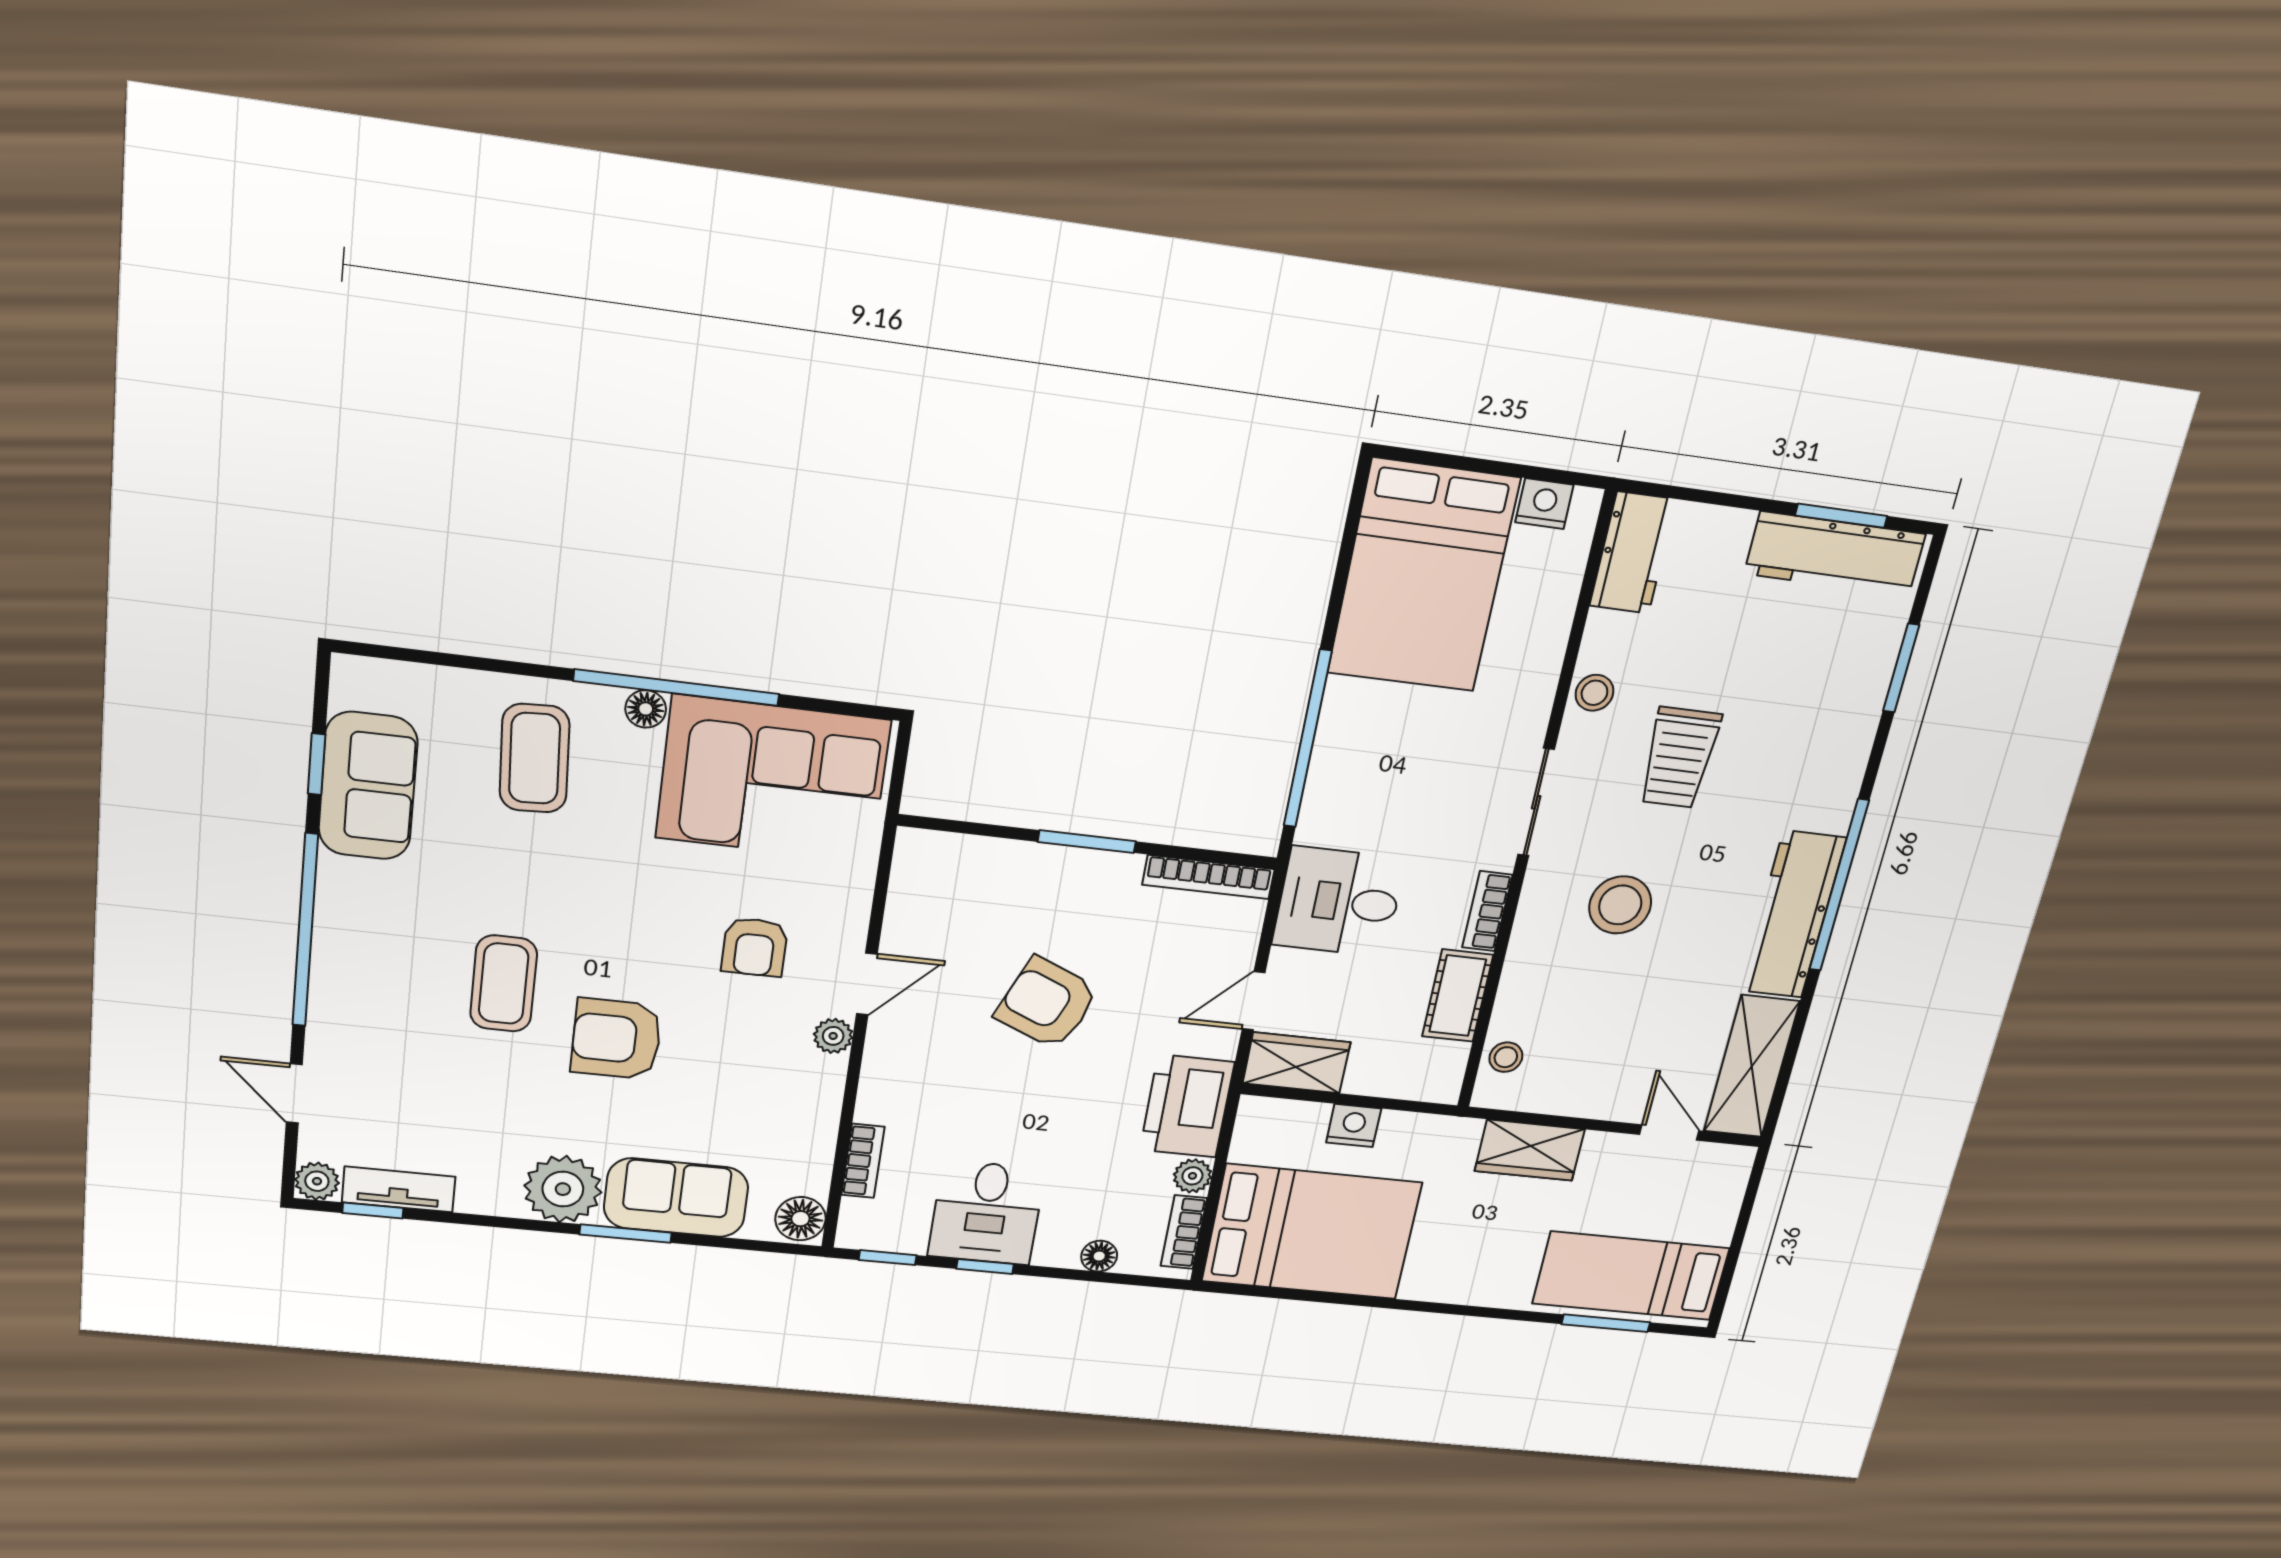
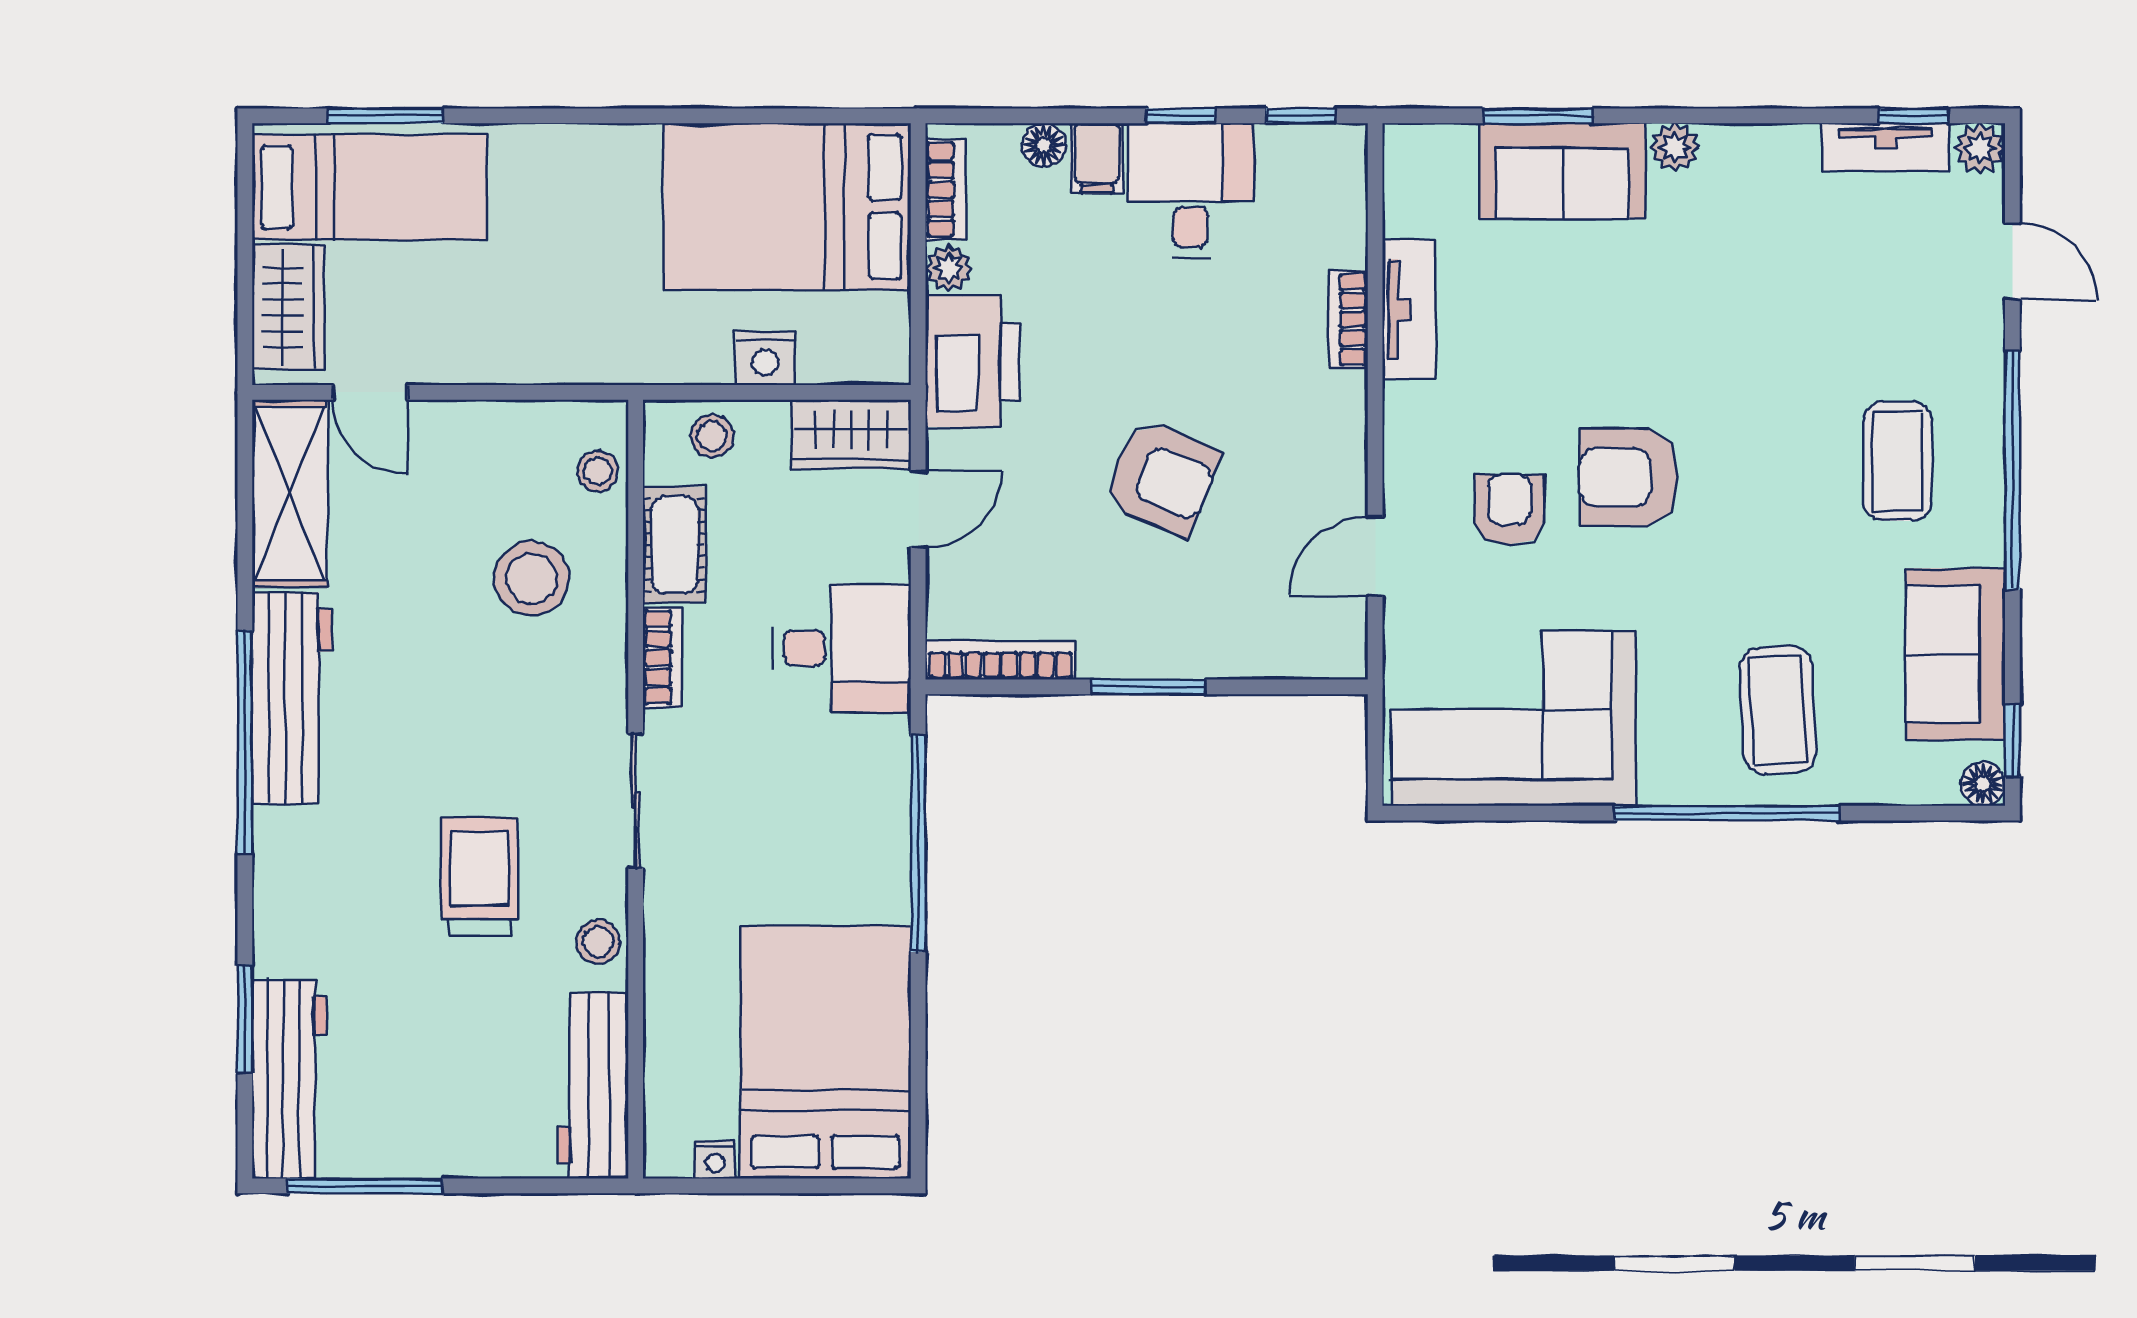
nightstand: (1544, 504) -> (715, 1160), width x0.72, depth x0.74
window: (1841, 516) -> (365, 1186), width x1.44
workbench: (1633, 553) -> (593, 1086), width x1.38
workbench: (1835, 554) -> (289, 1079), moved, turned 90
window: (677, 688) -> (1727, 813), moved
floor lamp: (646, 709) -> (1983, 784), moved
window: (317, 764) -> (2012, 740), moved
stool: (1620, 905) -> (531, 578), moved
coffee table: (504, 984) -> (1897, 461), moved
door: (867, 984) -> (1375, 556), moved
plant: (833, 1036) -> (1405, 406), removed
armchair: (616, 1039) -> (1629, 477), moved, turned 180
stool: (1409, 1073) -> (712, 436), added
tv unit: (819, 1108) -> (1409, 309), added
wardrobe: (1530, 1150) -> (288, 307), moved, turned 90
bookcase: (863, 1161) -> (1348, 319), moved
plant: (563, 1189) -> (1675, 147), width x0.53, depth x0.53
floor lamp: (800, 1219) -> (1412, 158), removed
window: (626, 1234) -> (1538, 116), moved
filing cabinet: (1058, 1243) -> (1097, 158), added

